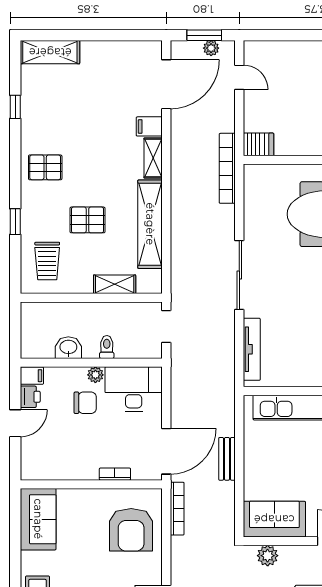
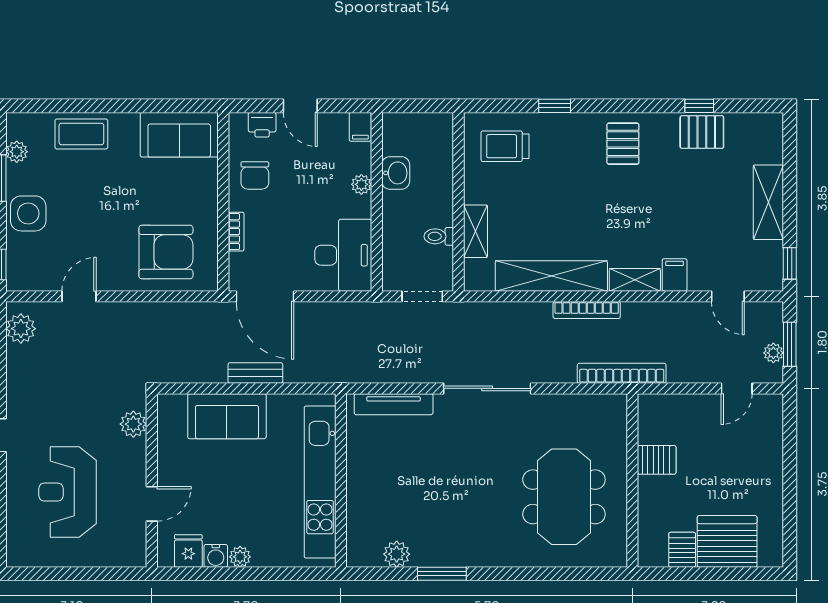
window: (140, 35) -> (790, 263), added
shelving: (50, 52) -> (768, 202), moved
door: (166, 84) -> (728, 296), width x0.53
server rack: (259, 144) -> (657, 460), moved, turned -90
pallet: (87, 220) -> (702, 132), moved, turned 90
toilet: (107, 347) -> (439, 236), moved, turned 180
plant: (95, 375) -> (361, 184), moved
printer: (30, 397) -> (262, 125), moved
chair: (85, 403) -> (255, 175), moved
bookcase: (177, 509) -> (587, 310), moved
sofa: (274, 519) -> (227, 416), moved, turned 90
armchair: (131, 530) -> (166, 252), turned 180

